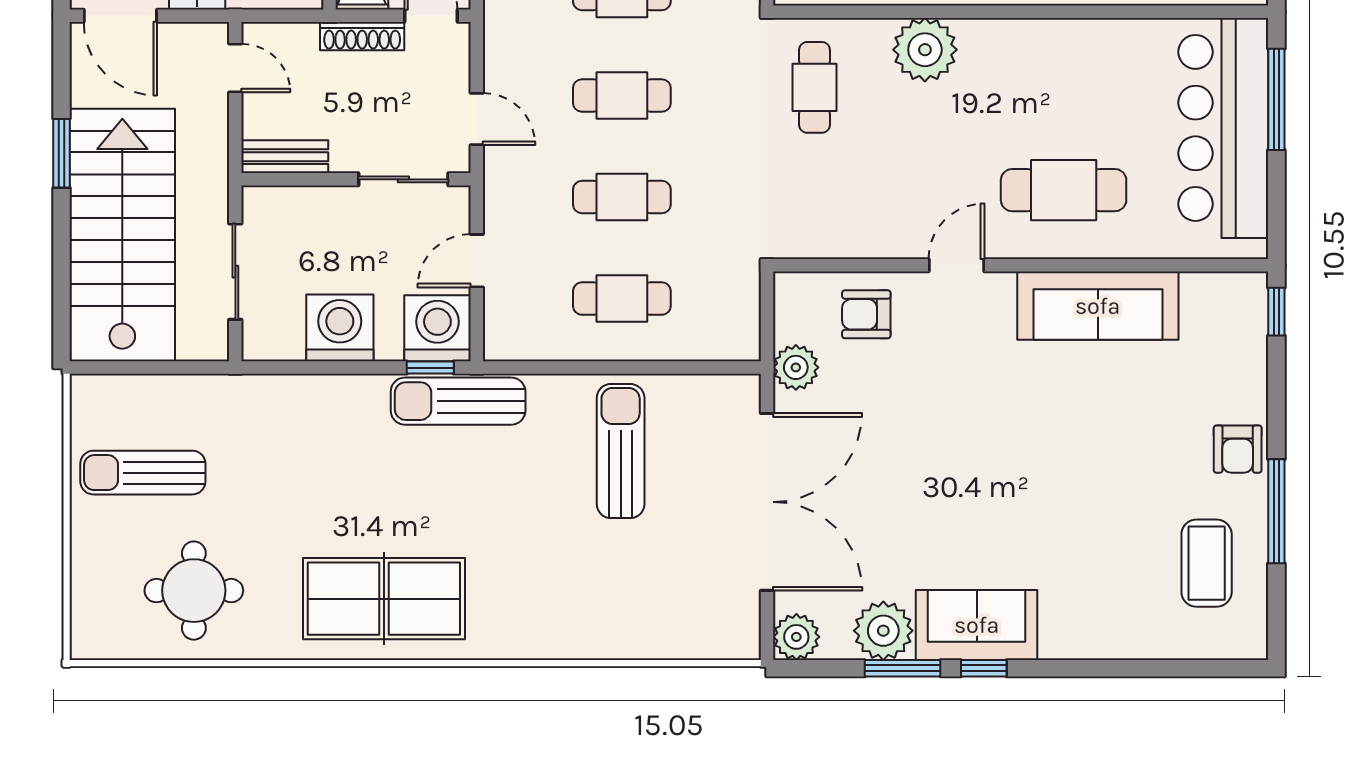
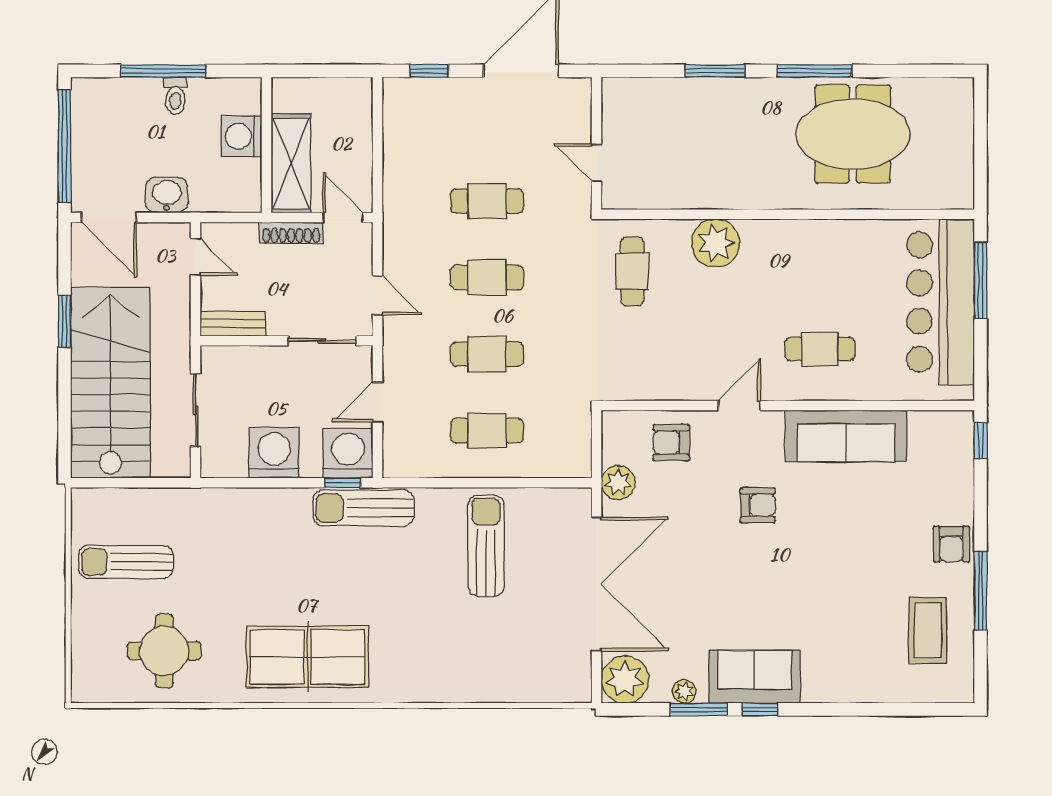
cafe table: (1064, 190) -> (820, 349), width x0.73, depth x0.74
armchair: (981, 397) -> (758, 505), added
plant: (883, 631) -> (684, 691), width x0.53, depth x0.53
plant: (796, 637) -> (625, 679), width x1.36, depth x1.36

